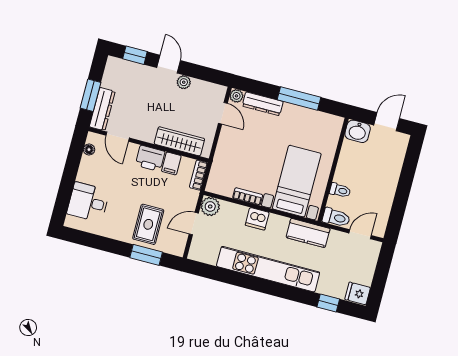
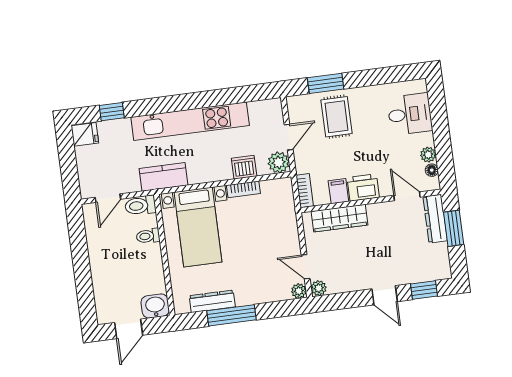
plant: (184, 82) -> (319, 288), moved
dresser: (263, 104) -> (212, 301), moved
plant: (87, 163) -> (428, 155), added
dishwasher: (257, 219) -> (244, 167), moved

